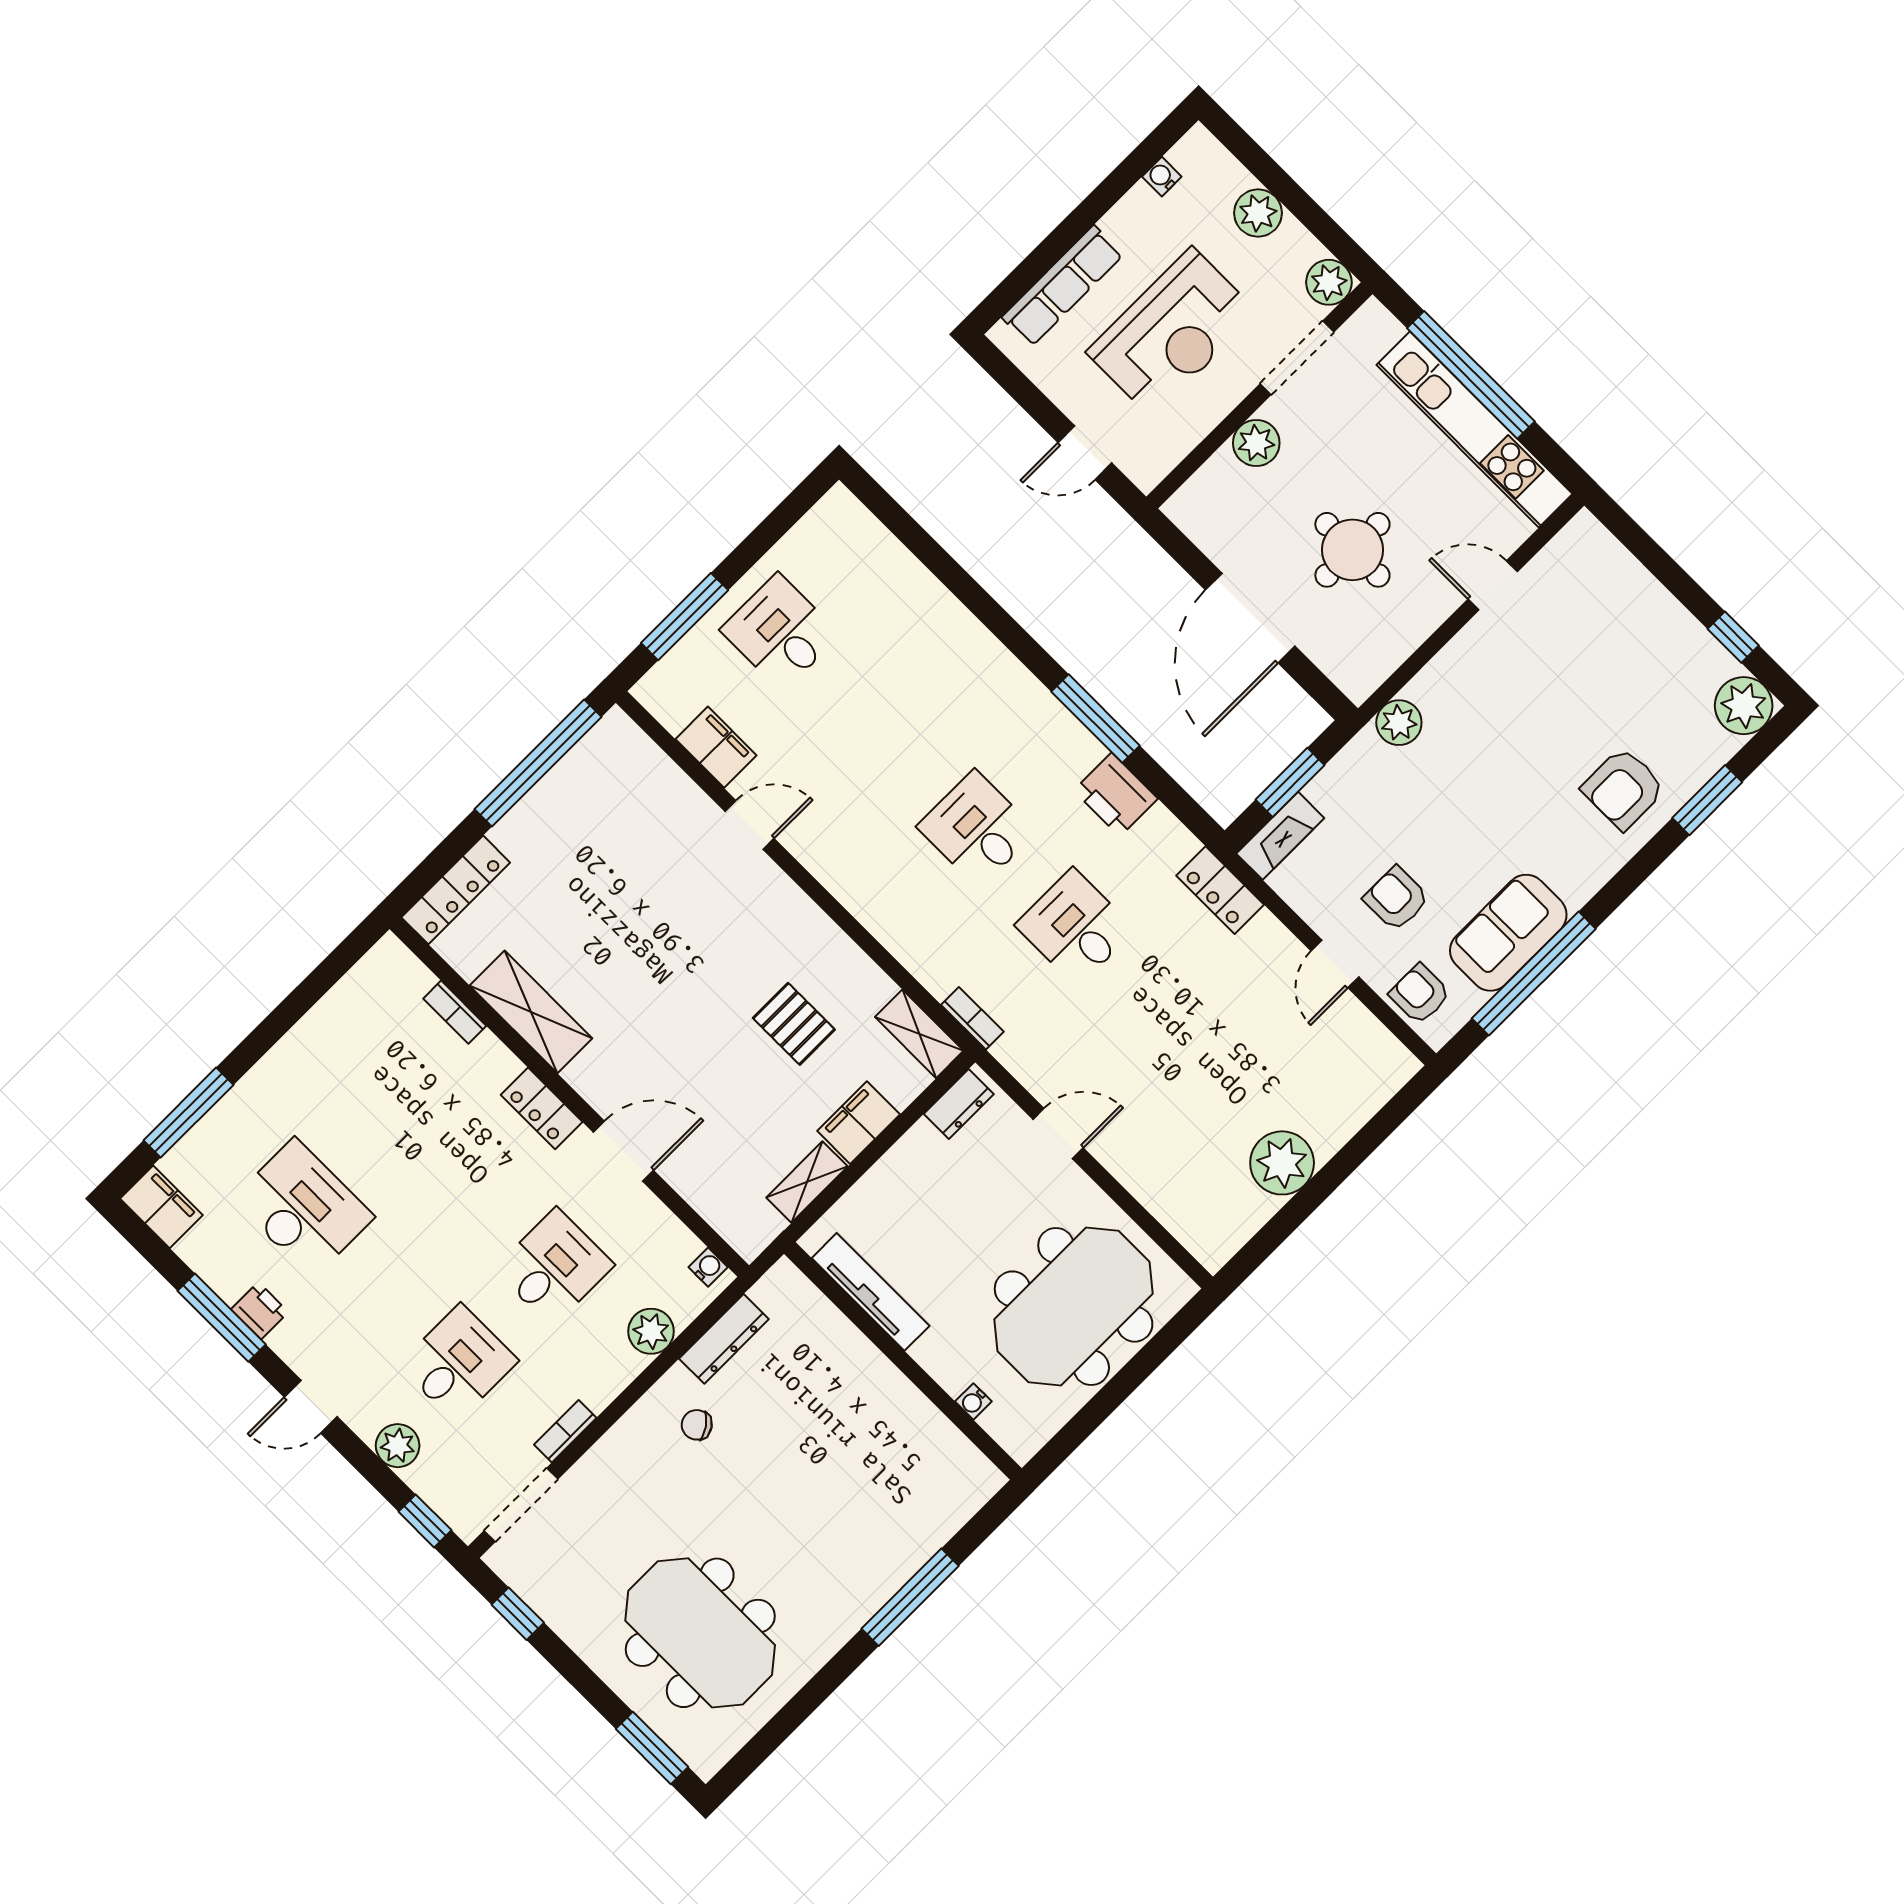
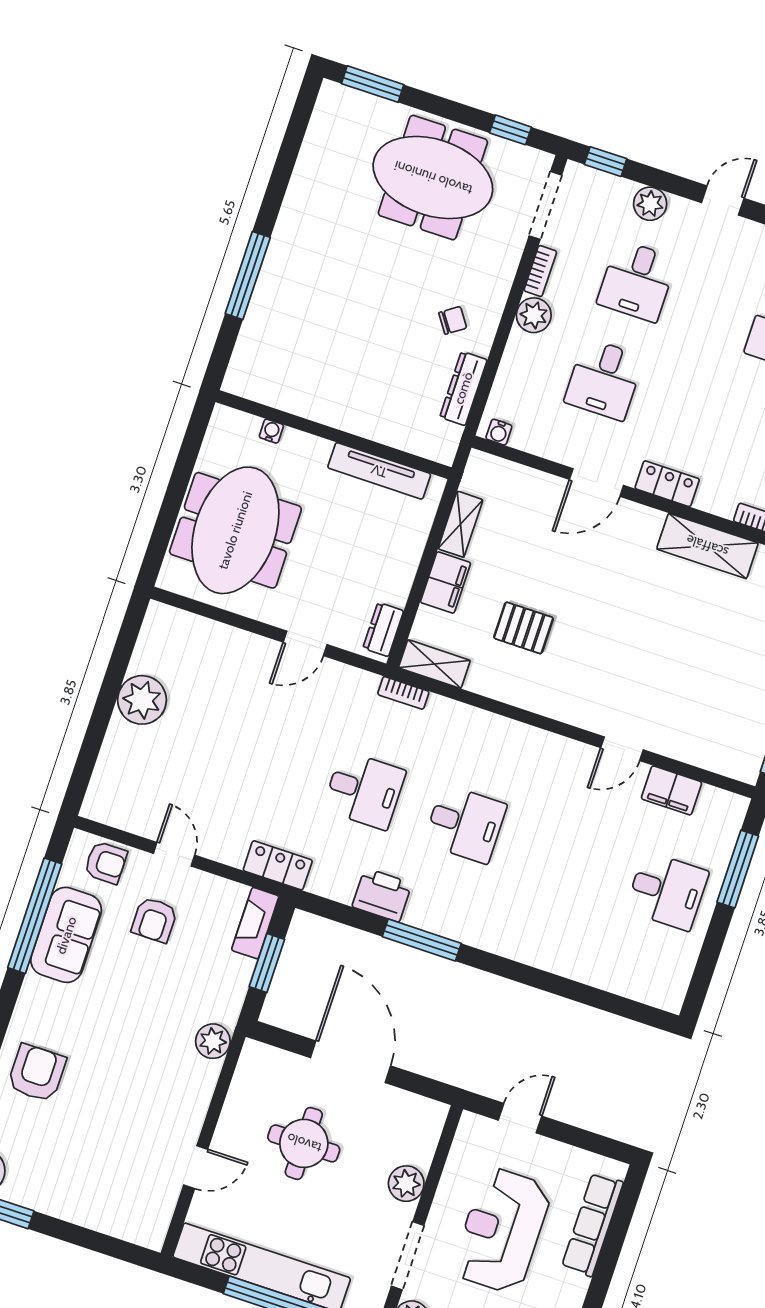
armchair: (1396, 899) -> (154, 920), turned 90
plant: (651, 1331) -> (534, 315), moved
meeting table: (700, 1633) -> (433, 178), moved

